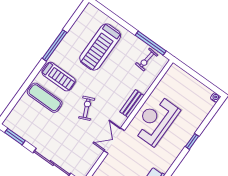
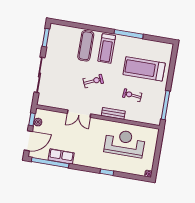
exercise bike: (147, 60) -> (132, 95), moved
reception desk: (156, 120) -> (125, 143), moved
double door: (114, 141) -> (79, 114), swing flipped

